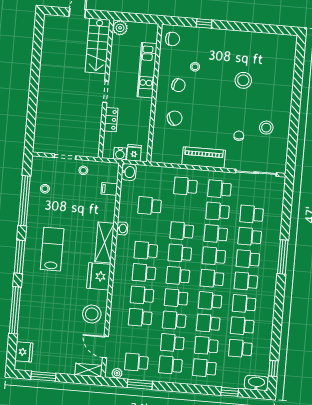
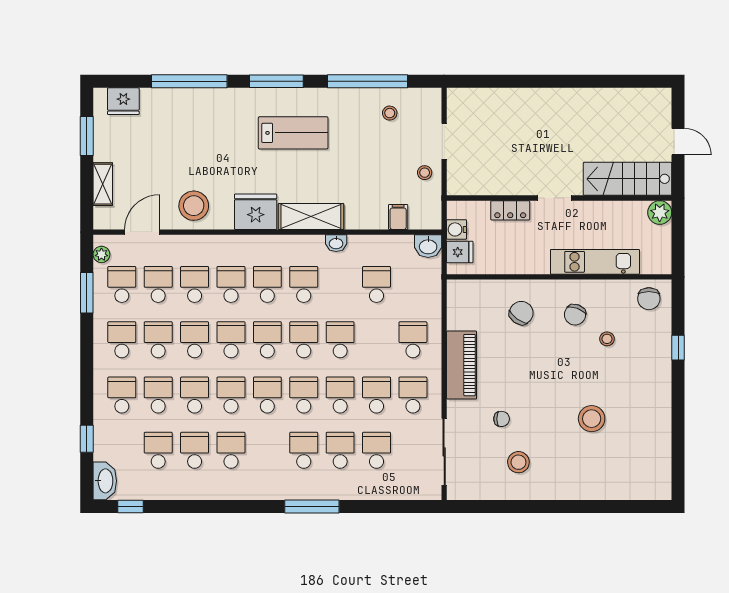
chair: (175, 118) -> (521, 313), turned -114
school desk: (246, 281) -> (158, 284), moved
shelving: (89, 370) -> (103, 184), moved

